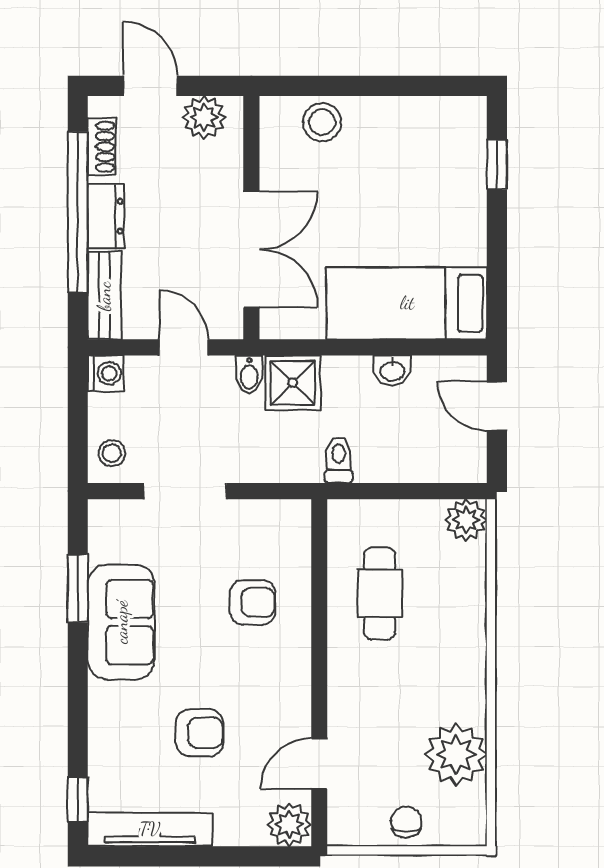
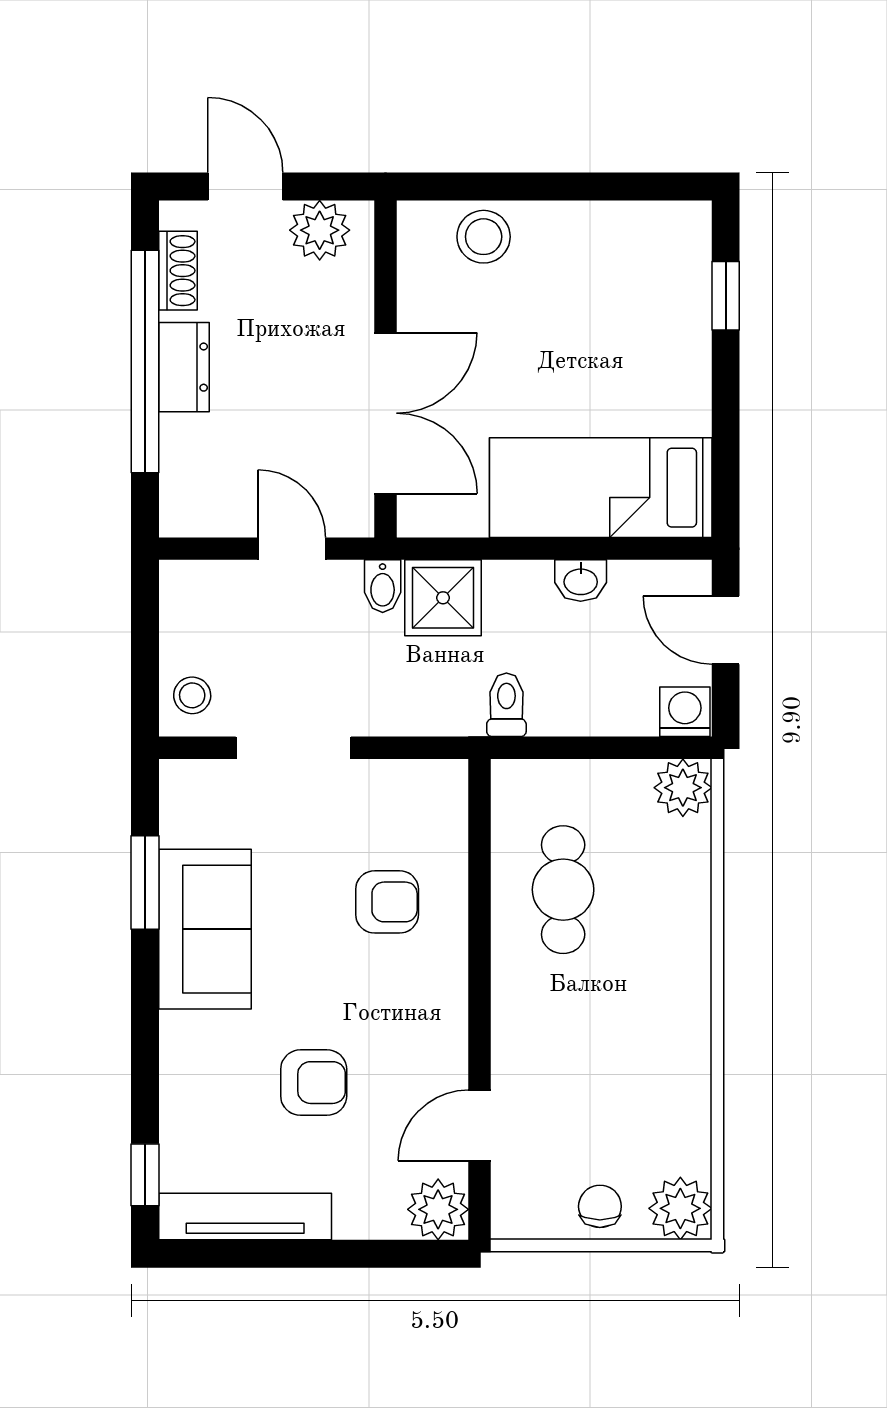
bench: (104, 296) -> (182, 477), removed
washing machine: (106, 373) -> (685, 712), moved, turned -90
plant: (456, 755) -> (680, 1208), moved, width x0.73, depth x0.73

